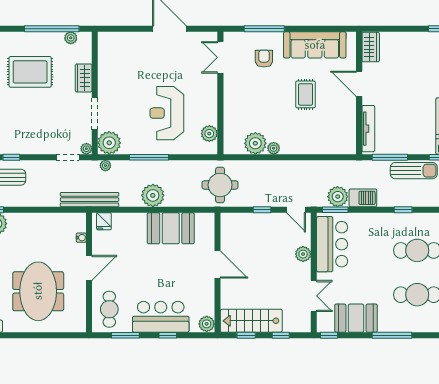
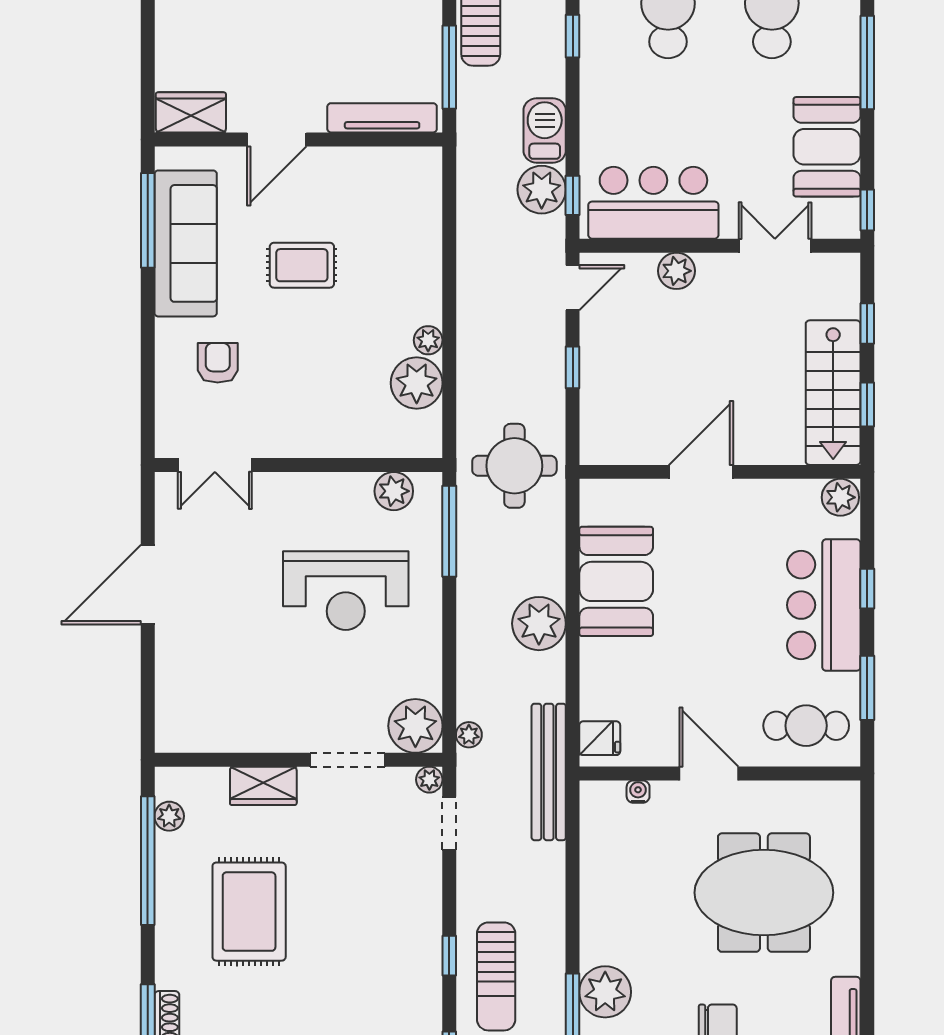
window: (264, 29) -> (148, 220), moved
armchair: (264, 59) -> (218, 363), turned 90
window: (149, 157) -> (449, 531), moved
window: (335, 210) -> (573, 195), width x0.67

